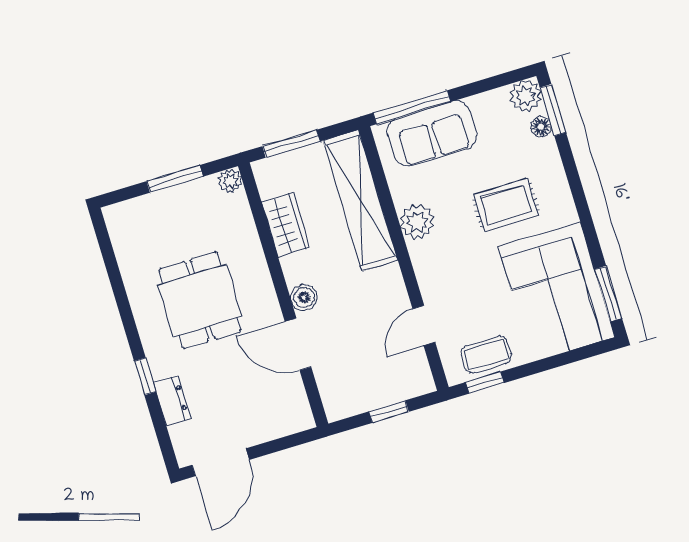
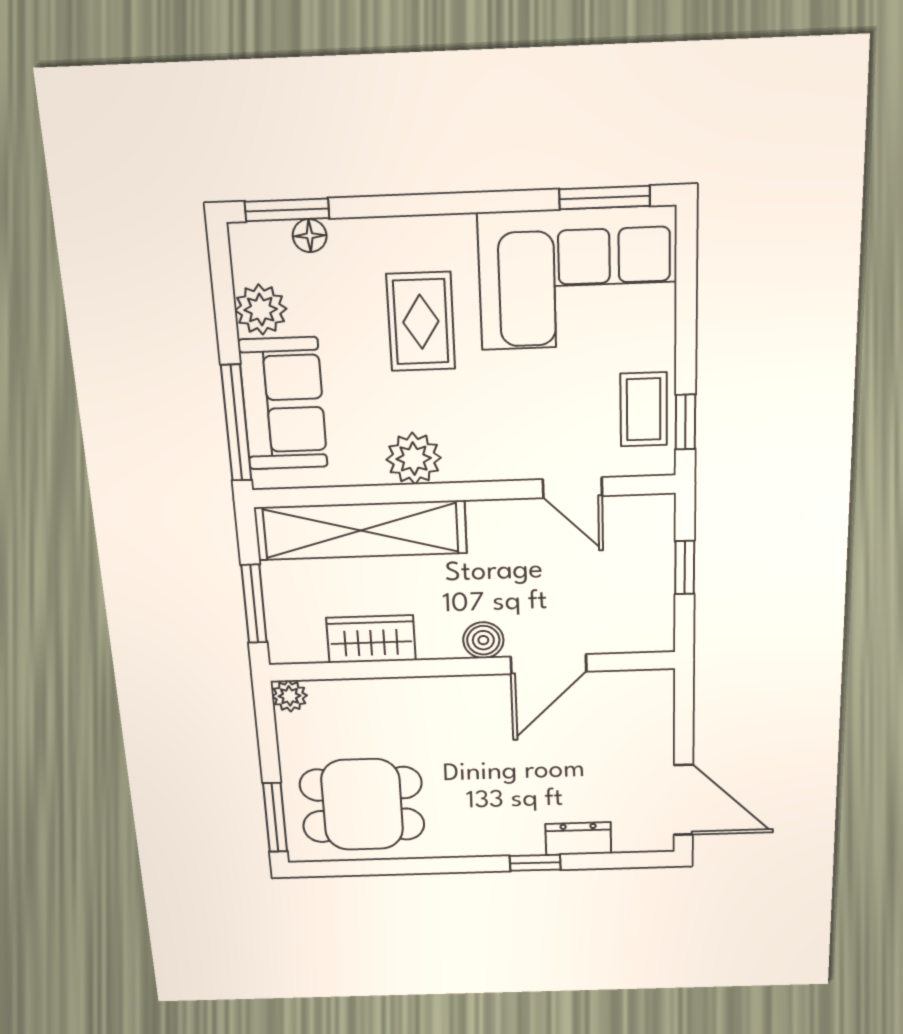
plant: (526, 96) -> (261, 310), moved
window: (175, 179) -> (275, 817), moved
dining table: (200, 300) -> (362, 805), moved

